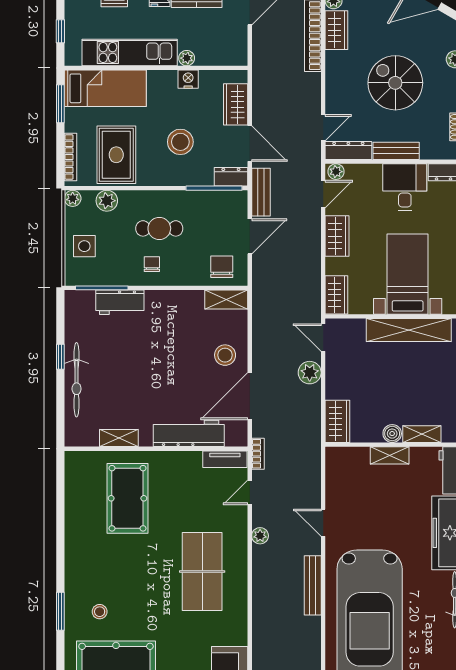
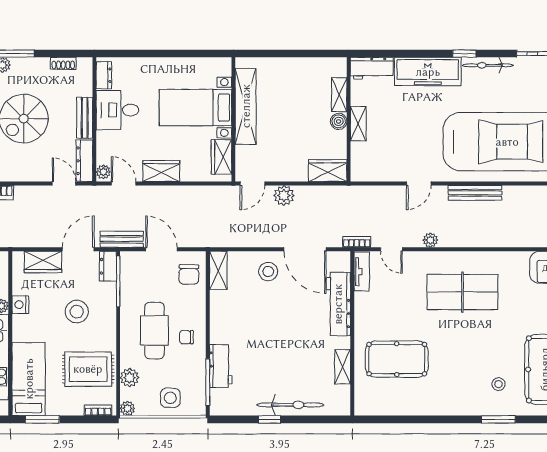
bookcase: (70, 157) -> (98, 410), width x0.64
cafe table: (159, 228) -> (154, 331), width x1.37, depth x1.35
chair: (222, 267) -> (189, 274), turned -89
wardrobe: (336, 295) -> (221, 157), moved, turned -90

